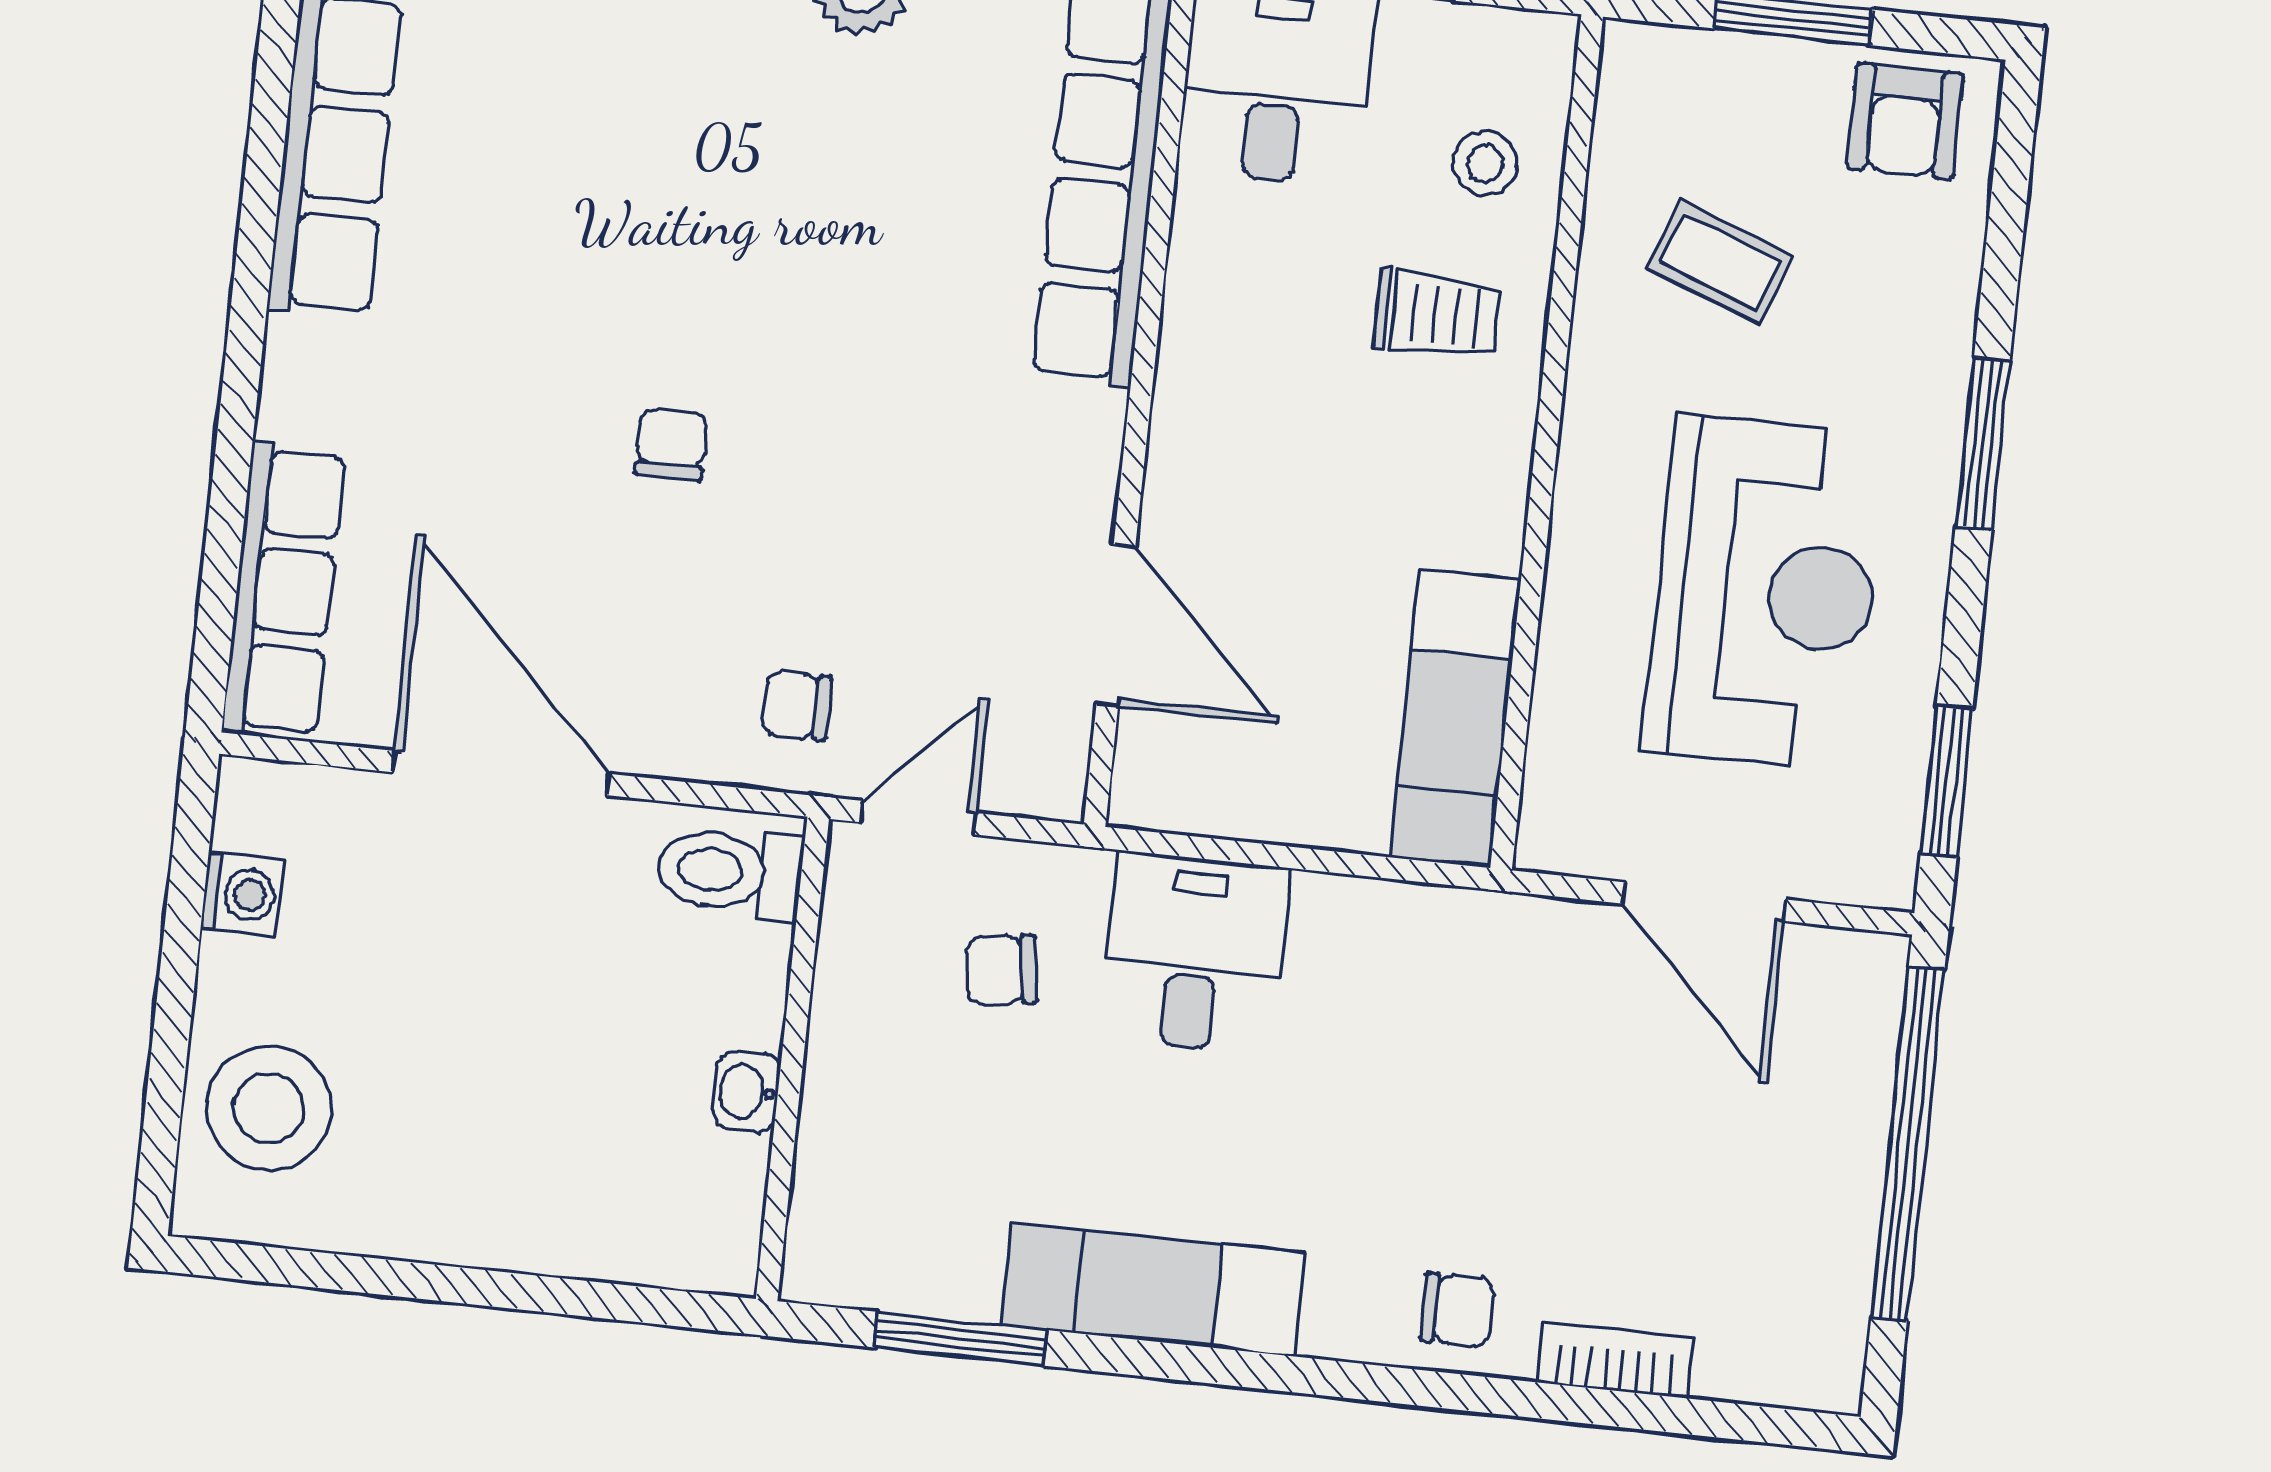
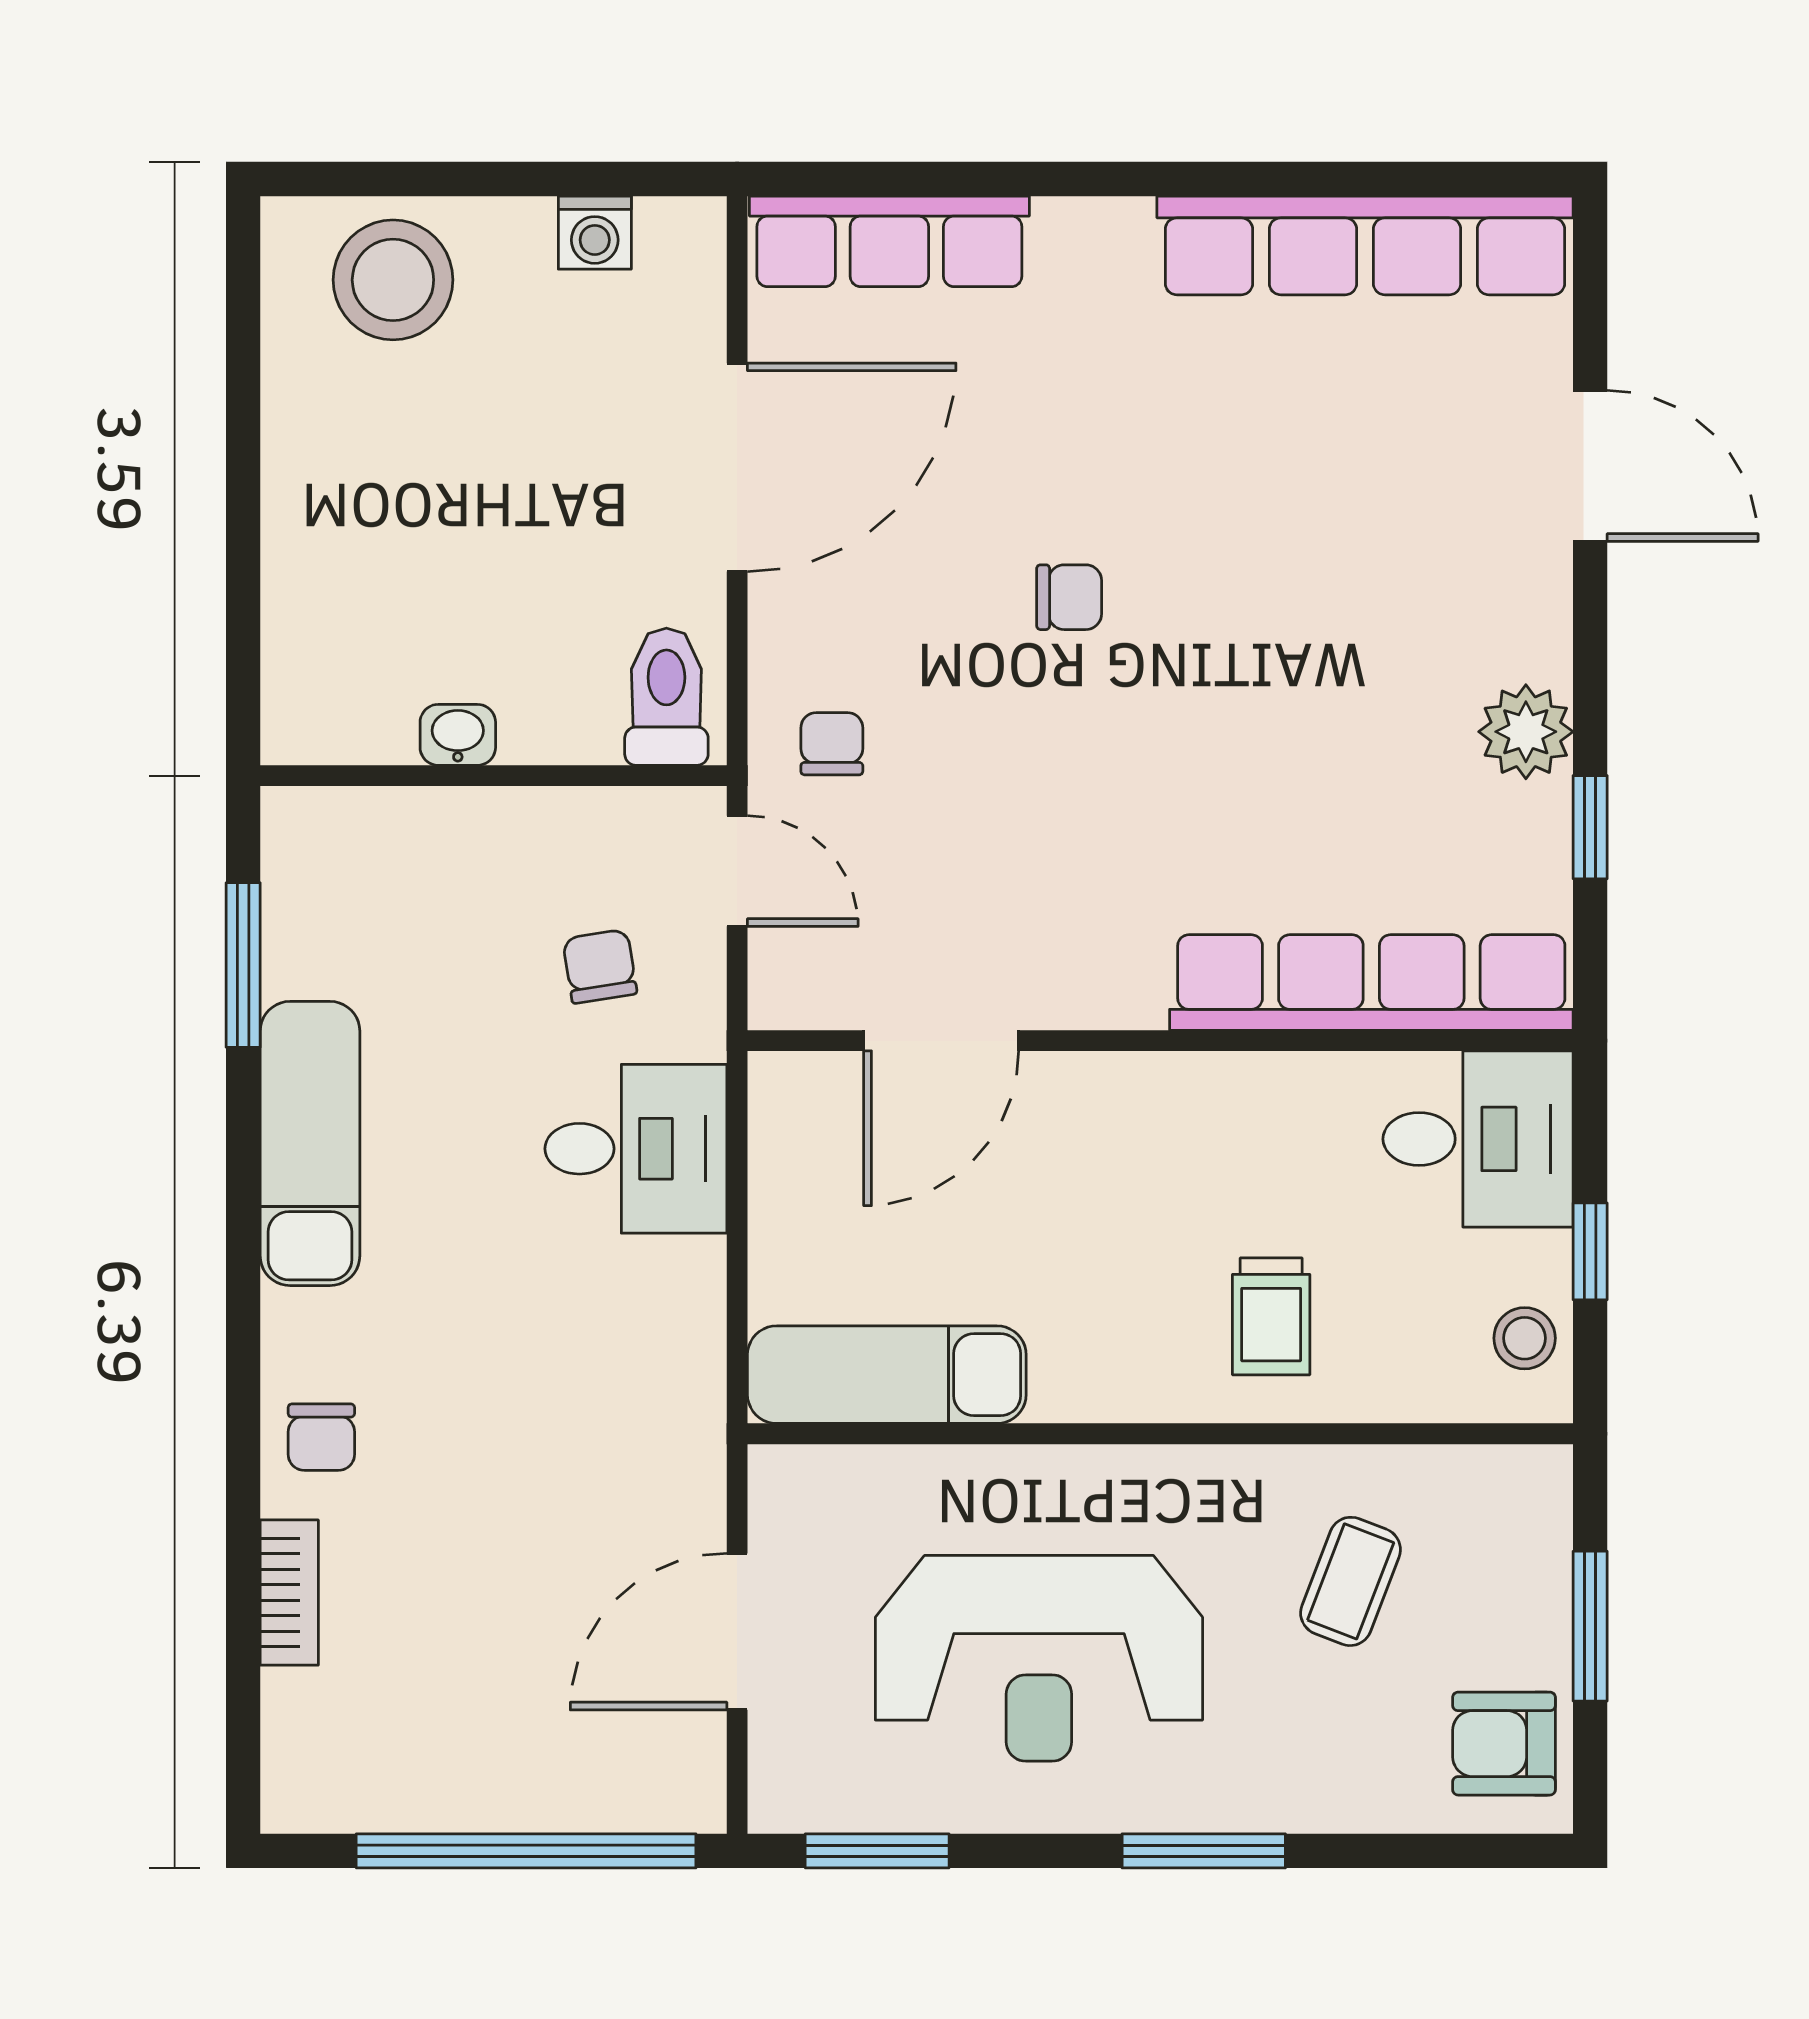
stool: (1485, 163) -> (1525, 1338), moved

